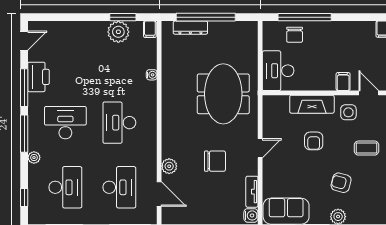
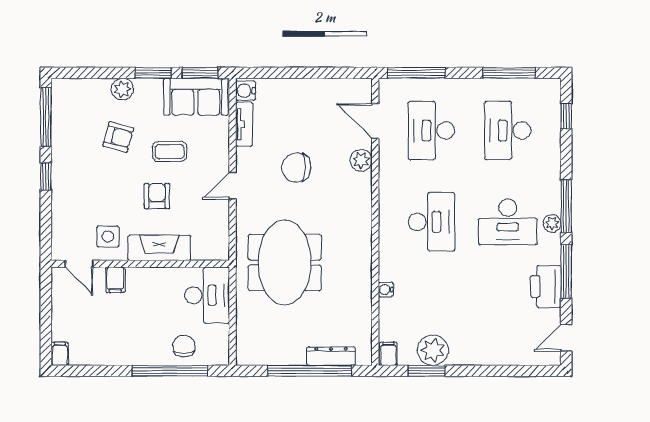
coffee table: (366, 148) -> (170, 151), moved
plant: (34, 158) -> (552, 223), moved

